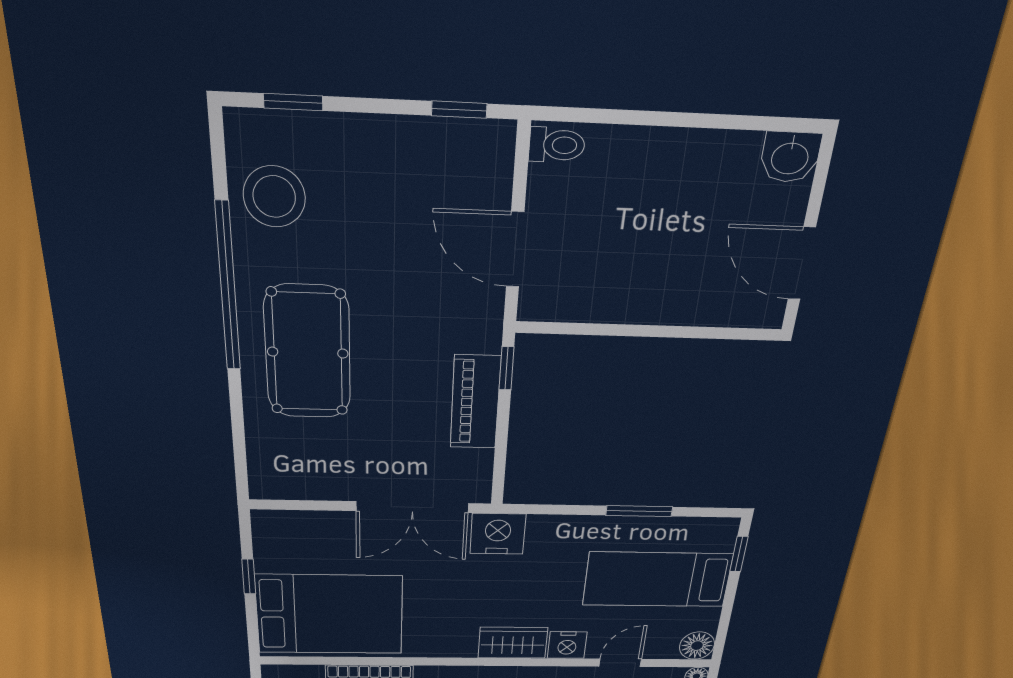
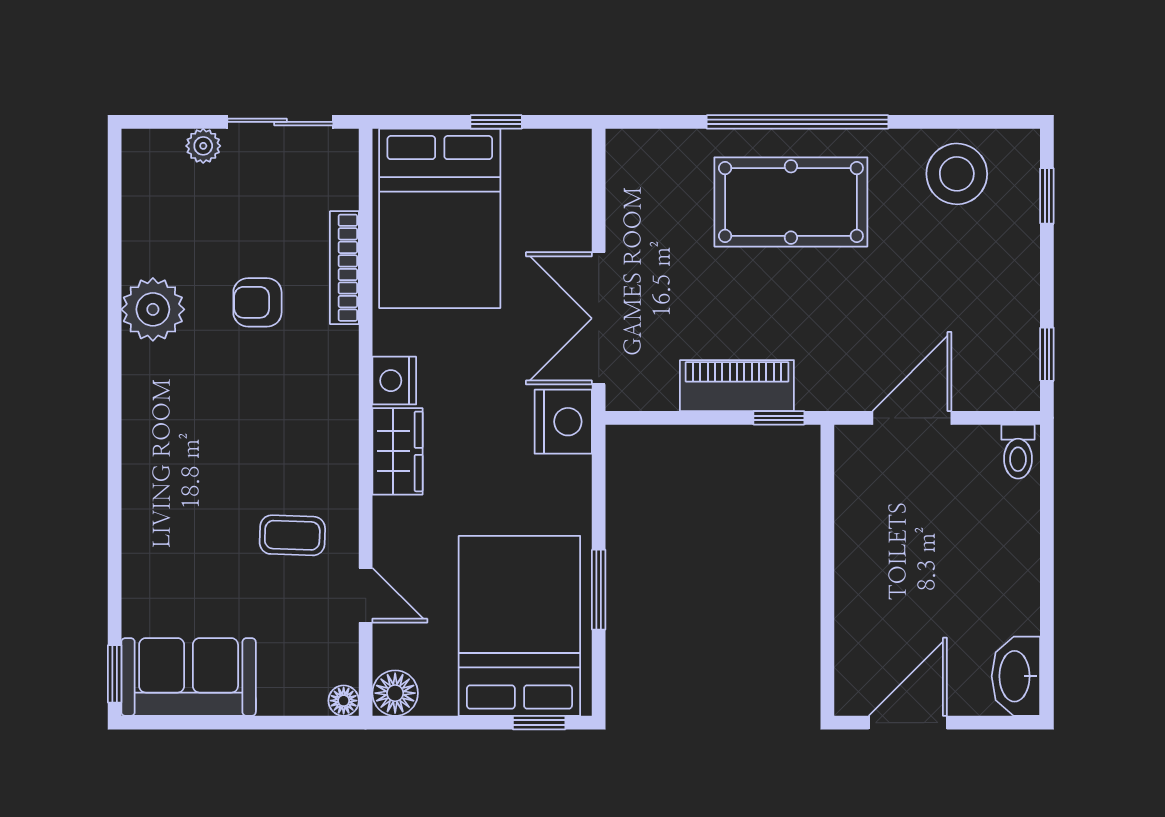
washbasin: (790, 157) -> (1016, 676), width x1.38
window: (228, 288) -> (798, 122), moved
bed: (657, 580) -> (519, 626), width x1.50
nightstand: (567, 645) -> (394, 381), moved

